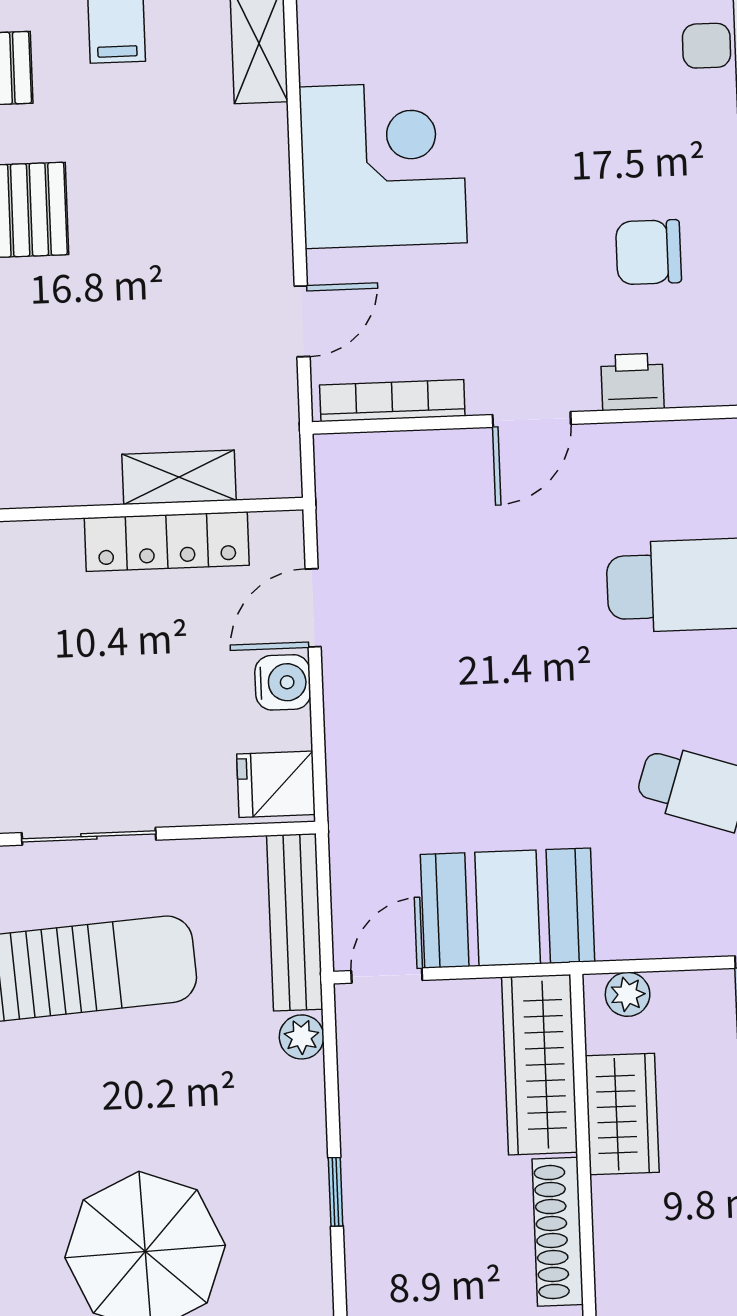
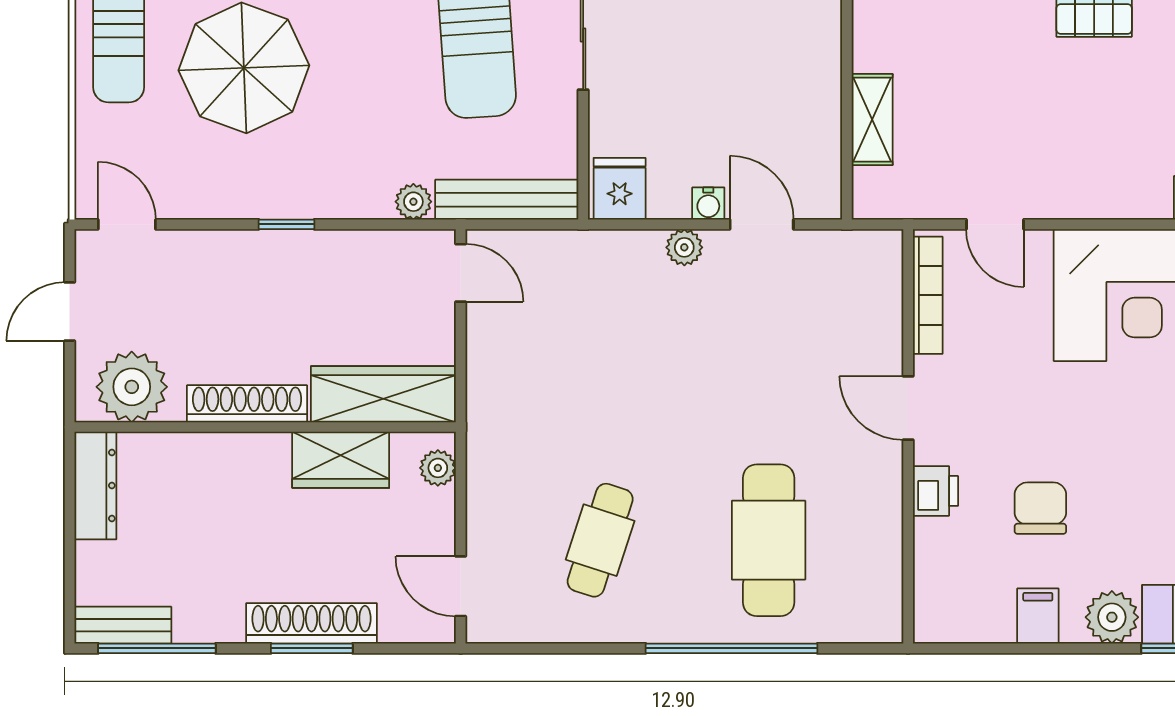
locker: (167, 542) -> (820, 108), removed
water cooler: (283, 682) -> (708, 204), width x0.72, depth x0.72
plant: (345, 702) -> (684, 247), added
booth: (508, 908) -> (512, 373), removed

